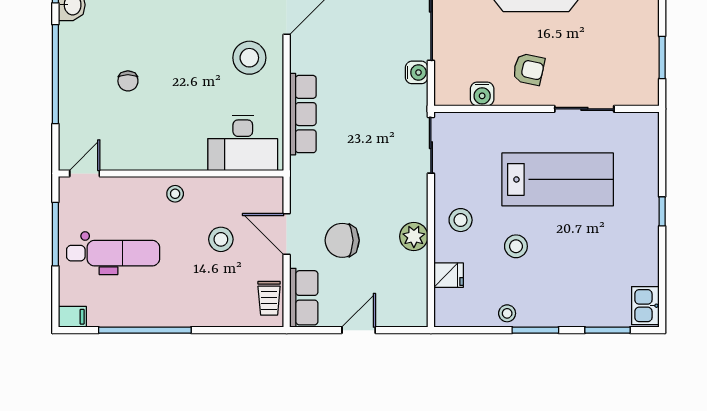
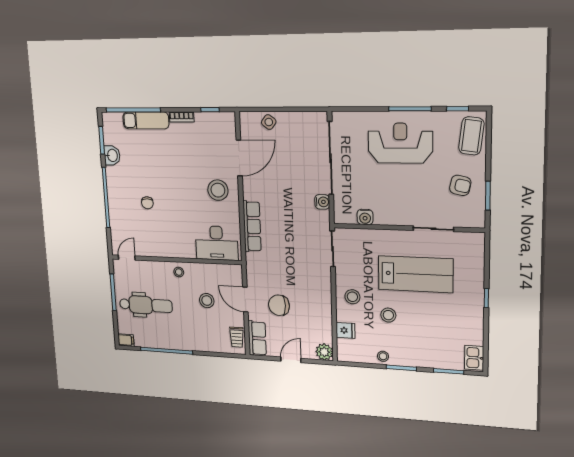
armchair: (529, 69) -> (460, 185), moved
plant: (414, 236) -> (324, 352), moved

